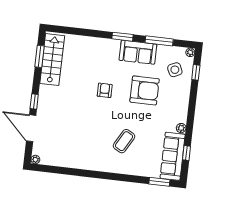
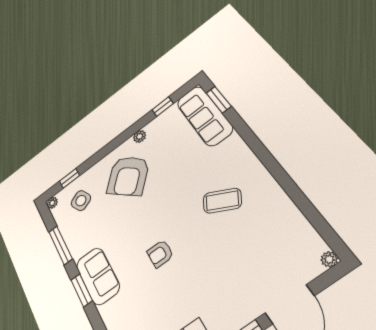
sofa: (138, 52) -> (98, 276), moved
armchair: (145, 90) -> (128, 176), moved, turned -137
coffee table: (124, 141) -> (222, 201), moved
sofa: (173, 156) -> (204, 116), moved, turned 90

